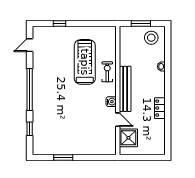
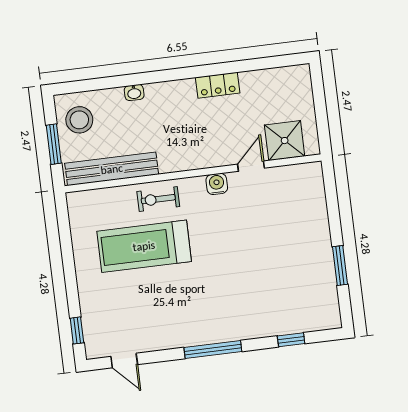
window: (59, 24) -> (77, 330), moved
bench: (125, 89) -> (112, 169), moved
window: (30, 90) -> (213, 349), width x0.68

